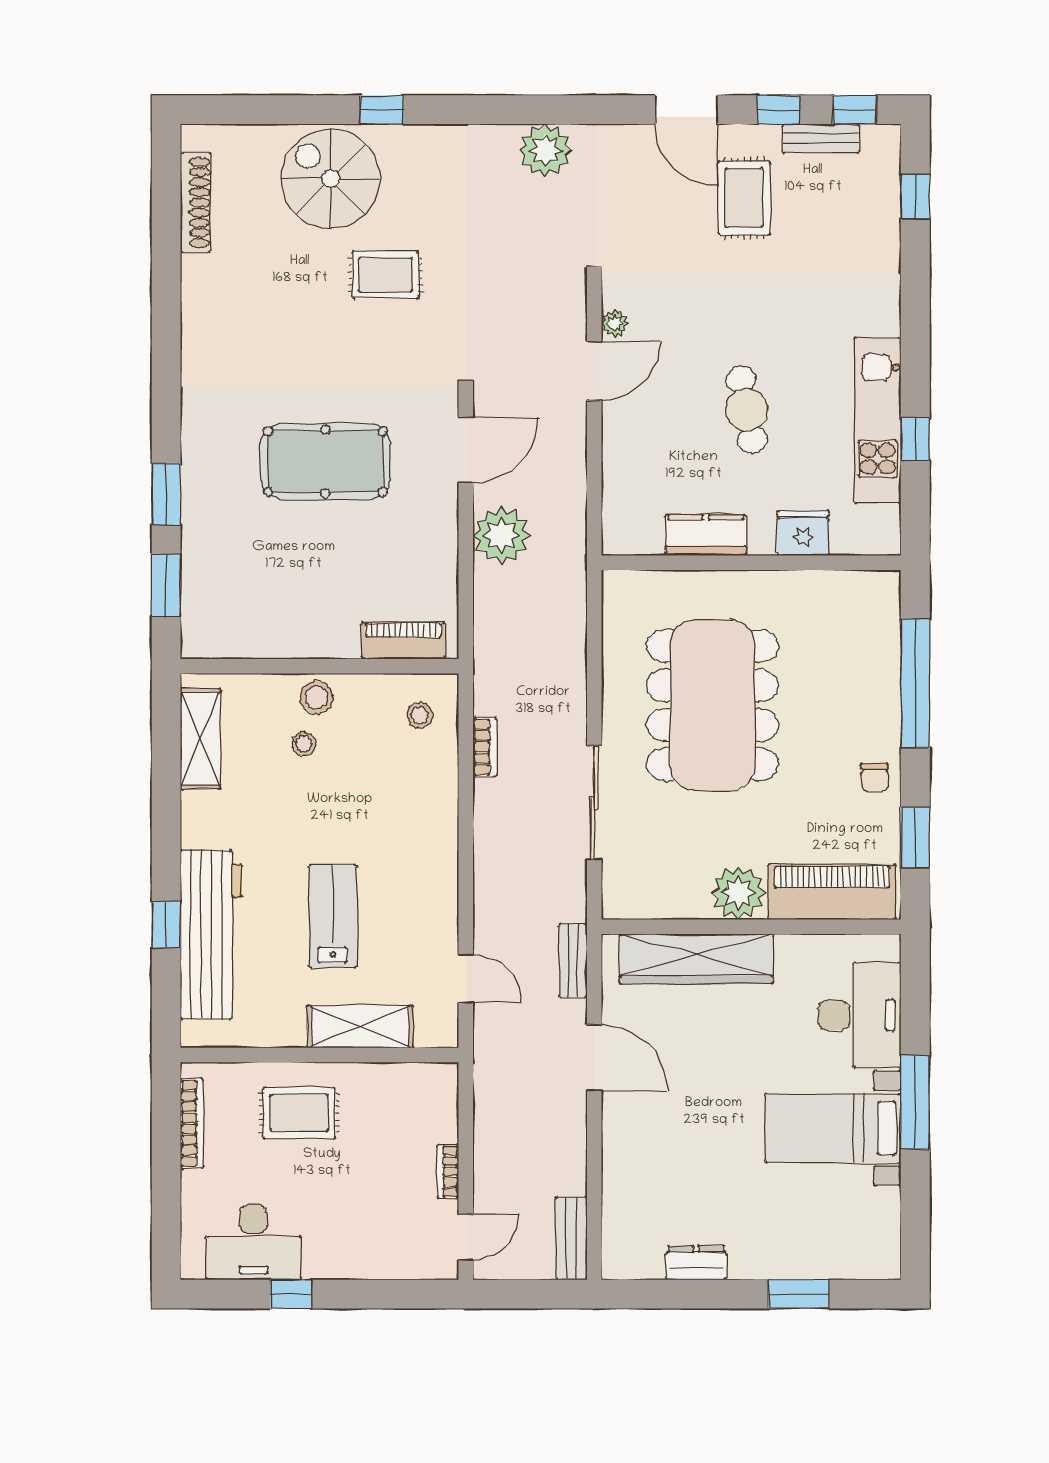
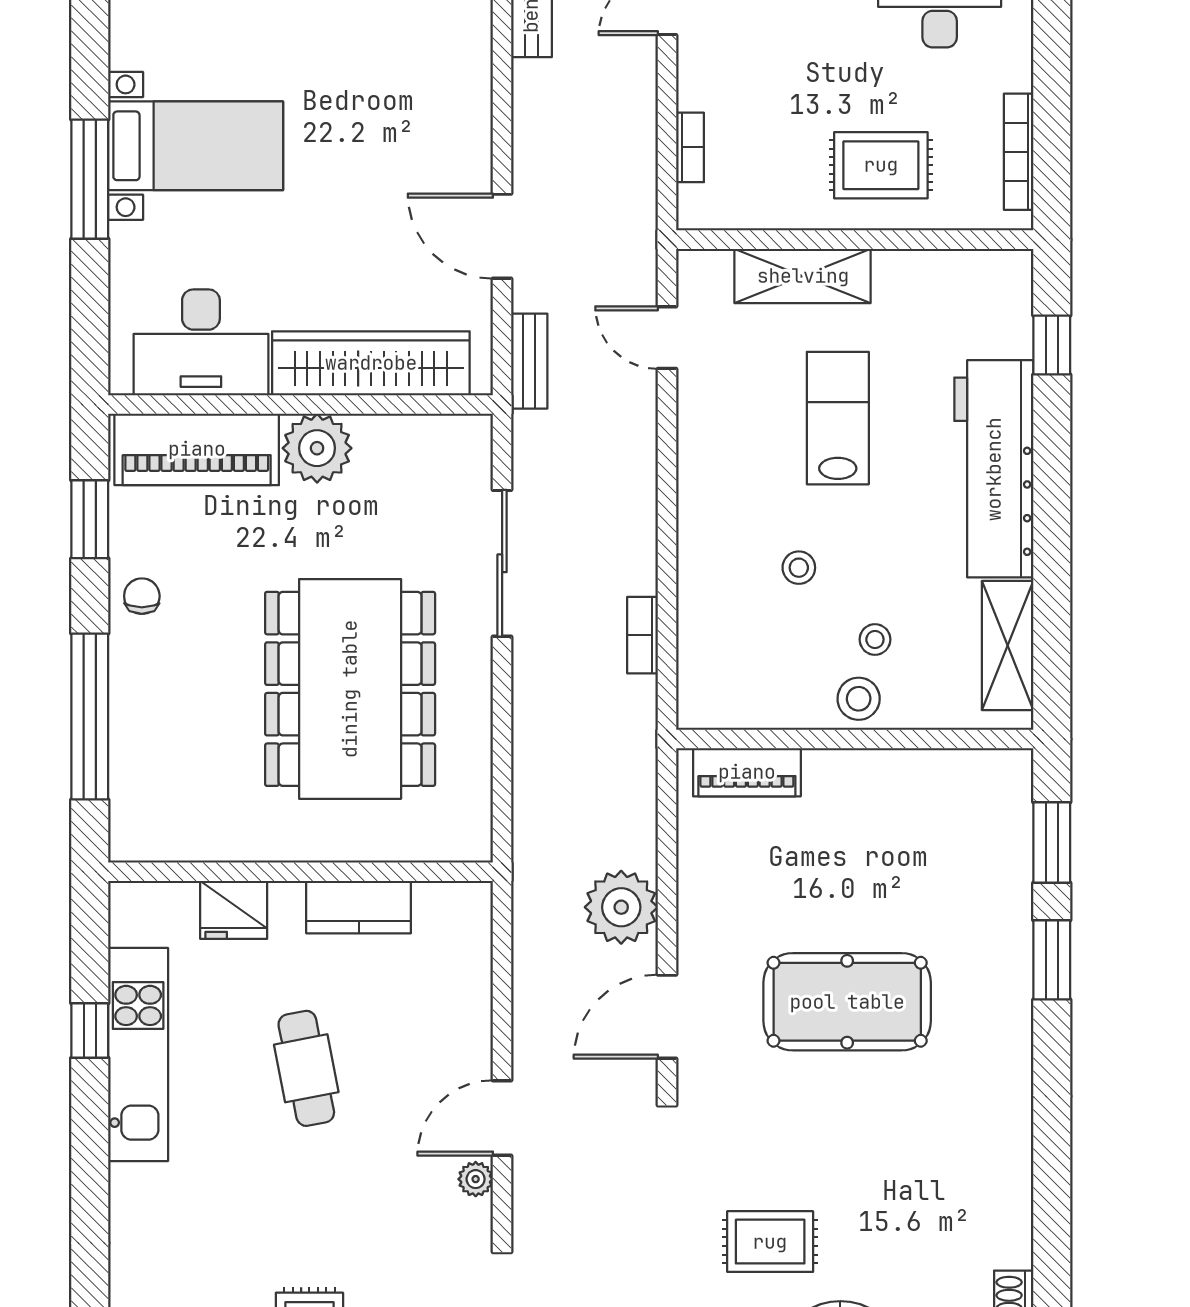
stool: (420, 715) -> (799, 568), moved
lab bench: (333, 916) -> (838, 418), turned 180
window: (166, 925) -> (1052, 345), moved
workbench: (211, 935) -> (994, 469), moved
desk: (860, 1015) -> (201, 342), moved, turned -90
bookcase: (448, 1172) -> (690, 147), moved

